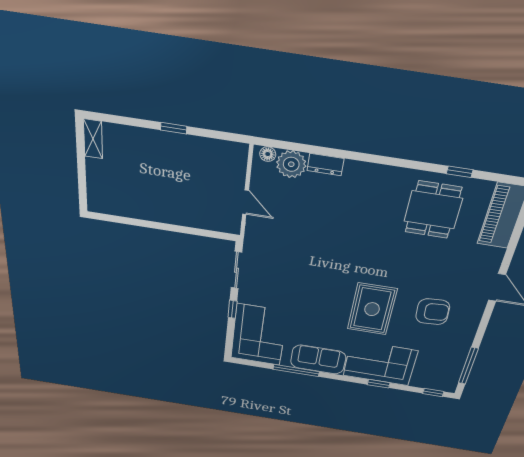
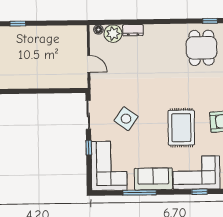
window: (174, 128) -> (18, 24), moved
side table: (292, 284) -> (126, 119), added

